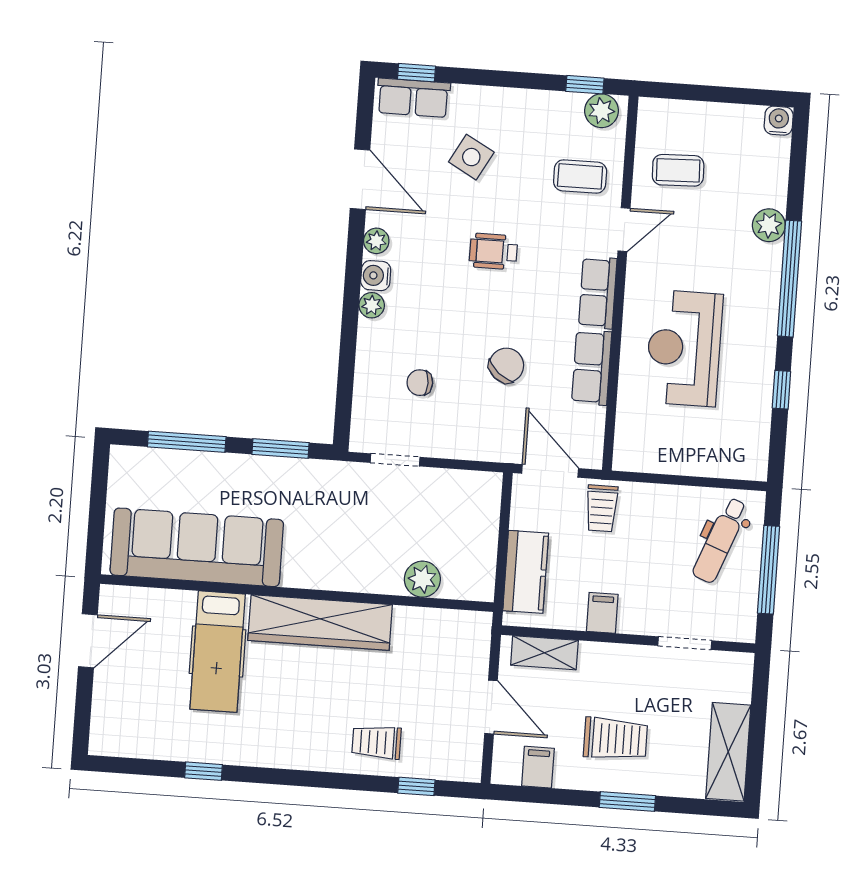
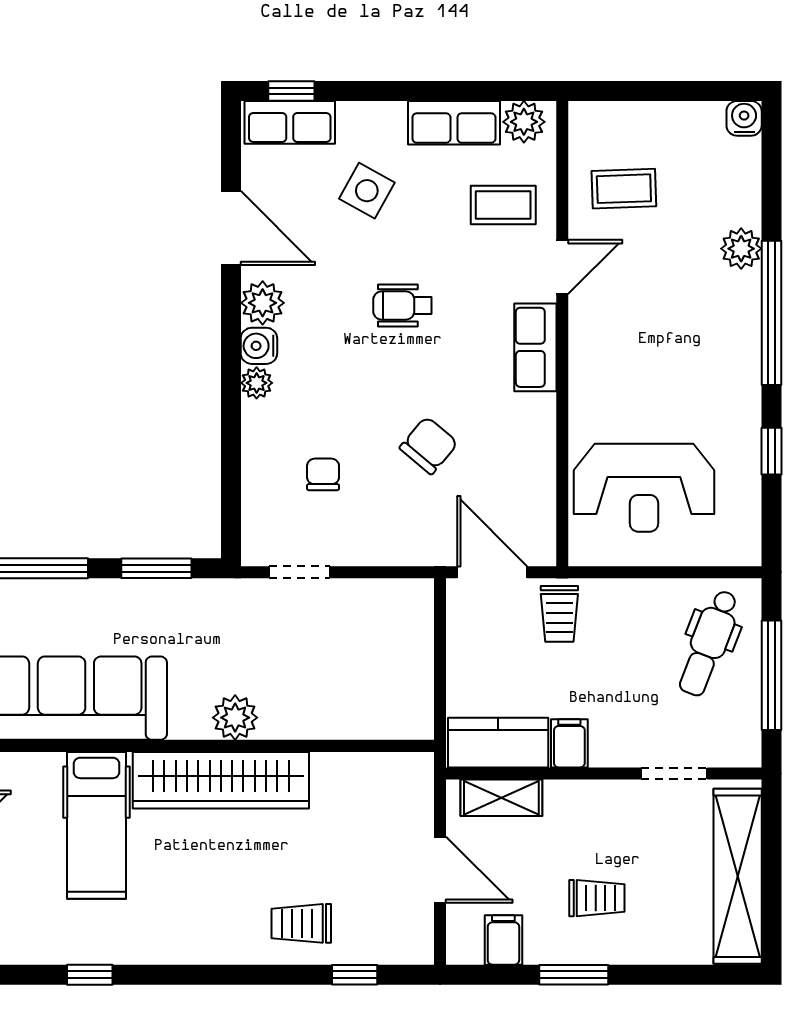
window: (585, 85) -> (501, 91), removed
plant: (376, 241) -> (263, 303), width x1.38, depth x1.38
reception desk: (684, 348) -> (644, 488), moved, turned -90
row of seats: (592, 367) -> (454, 123), moved, turned -90
chair: (420, 383) -> (323, 474), turned 90
kitchen counter: (526, 572) -> (498, 743), moved, turned -90
plant: (422, 579) -> (235, 718), moved
trolley: (615, 739) -> (597, 898), width x0.73, depth x0.72
shelving: (728, 752) -> (738, 876), width x1.47
window: (627, 802) -> (574, 975), moved

